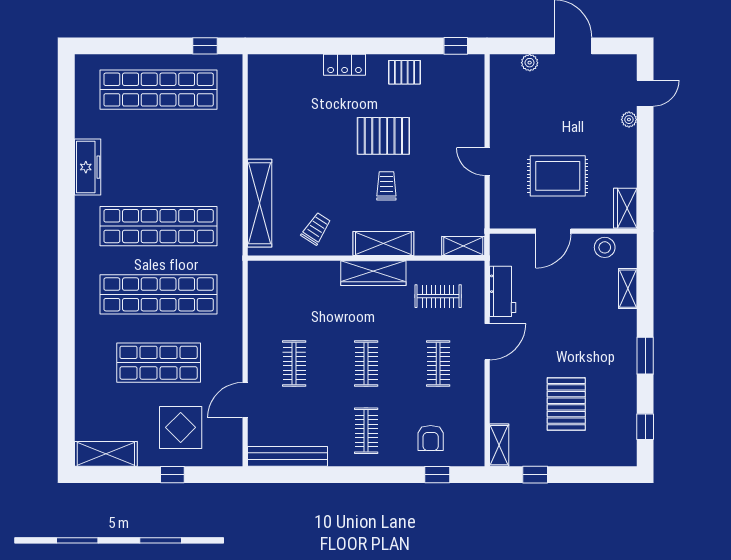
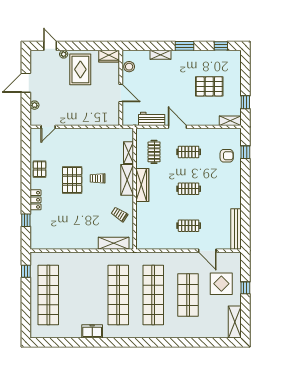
window: (456, 46) -> (26, 220), moved
door: (487, 162) -> (48, 127), moved
freezer: (88, 167) -> (92, 331), width x0.71
rug: (558, 176) -> (80, 69), moved
shelving: (260, 203) -> (114, 243), width x0.68
shelving: (463, 246) -> (128, 153), moved
shelving: (628, 289) -> (160, 55), moved
clothes rail: (366, 431) -> (223, 189), removed

